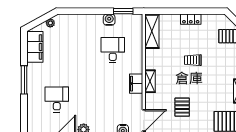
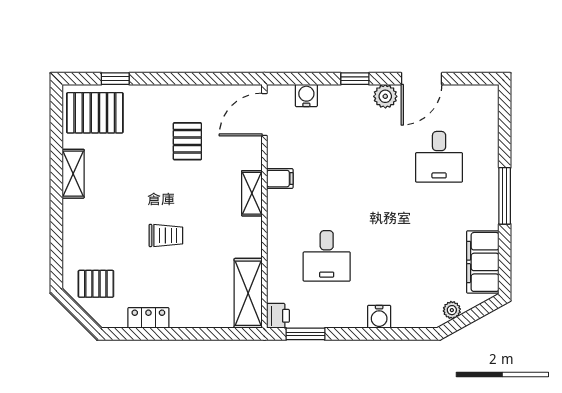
locker: (191, 19) -> (148, 318), moved
water cooler: (109, 20) -> (379, 317), moved
printer: (137, 20) -> (278, 316), added
filing cabinet: (136, 84) -> (280, 179), width x0.50

